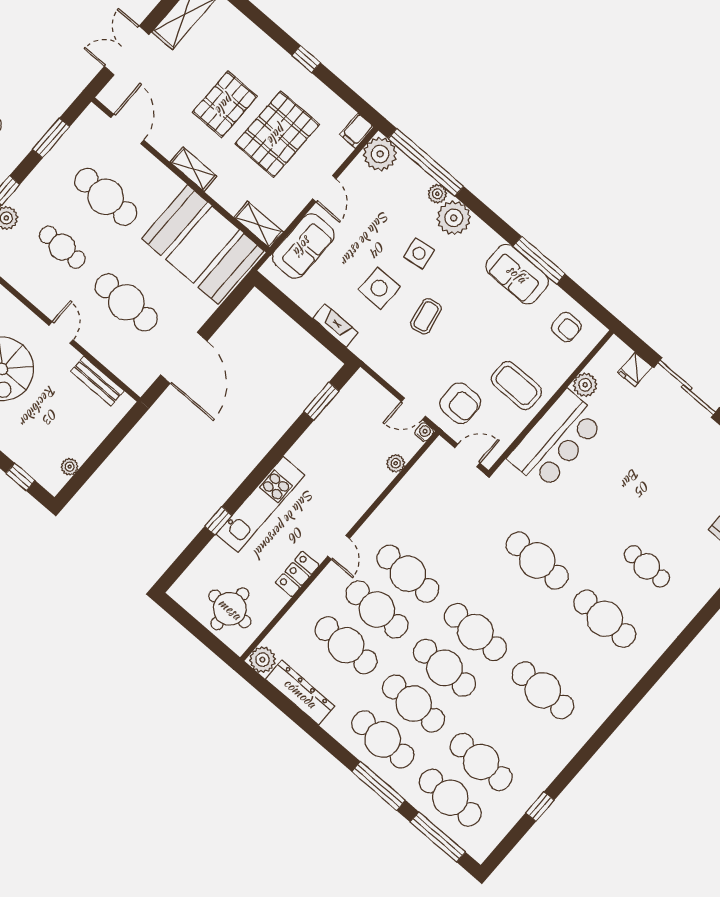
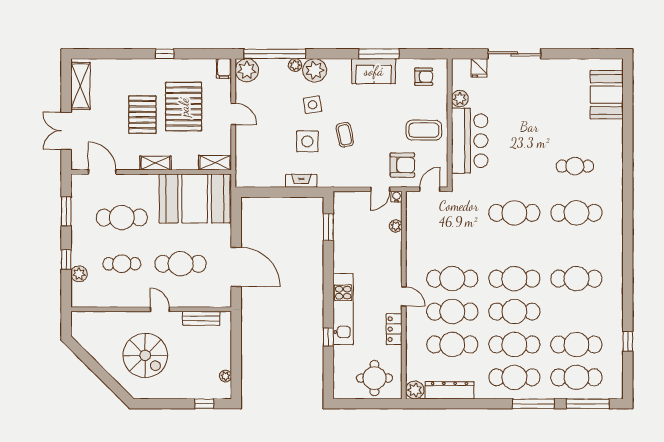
sofa: (303, 246) -> (248, 154), removed

